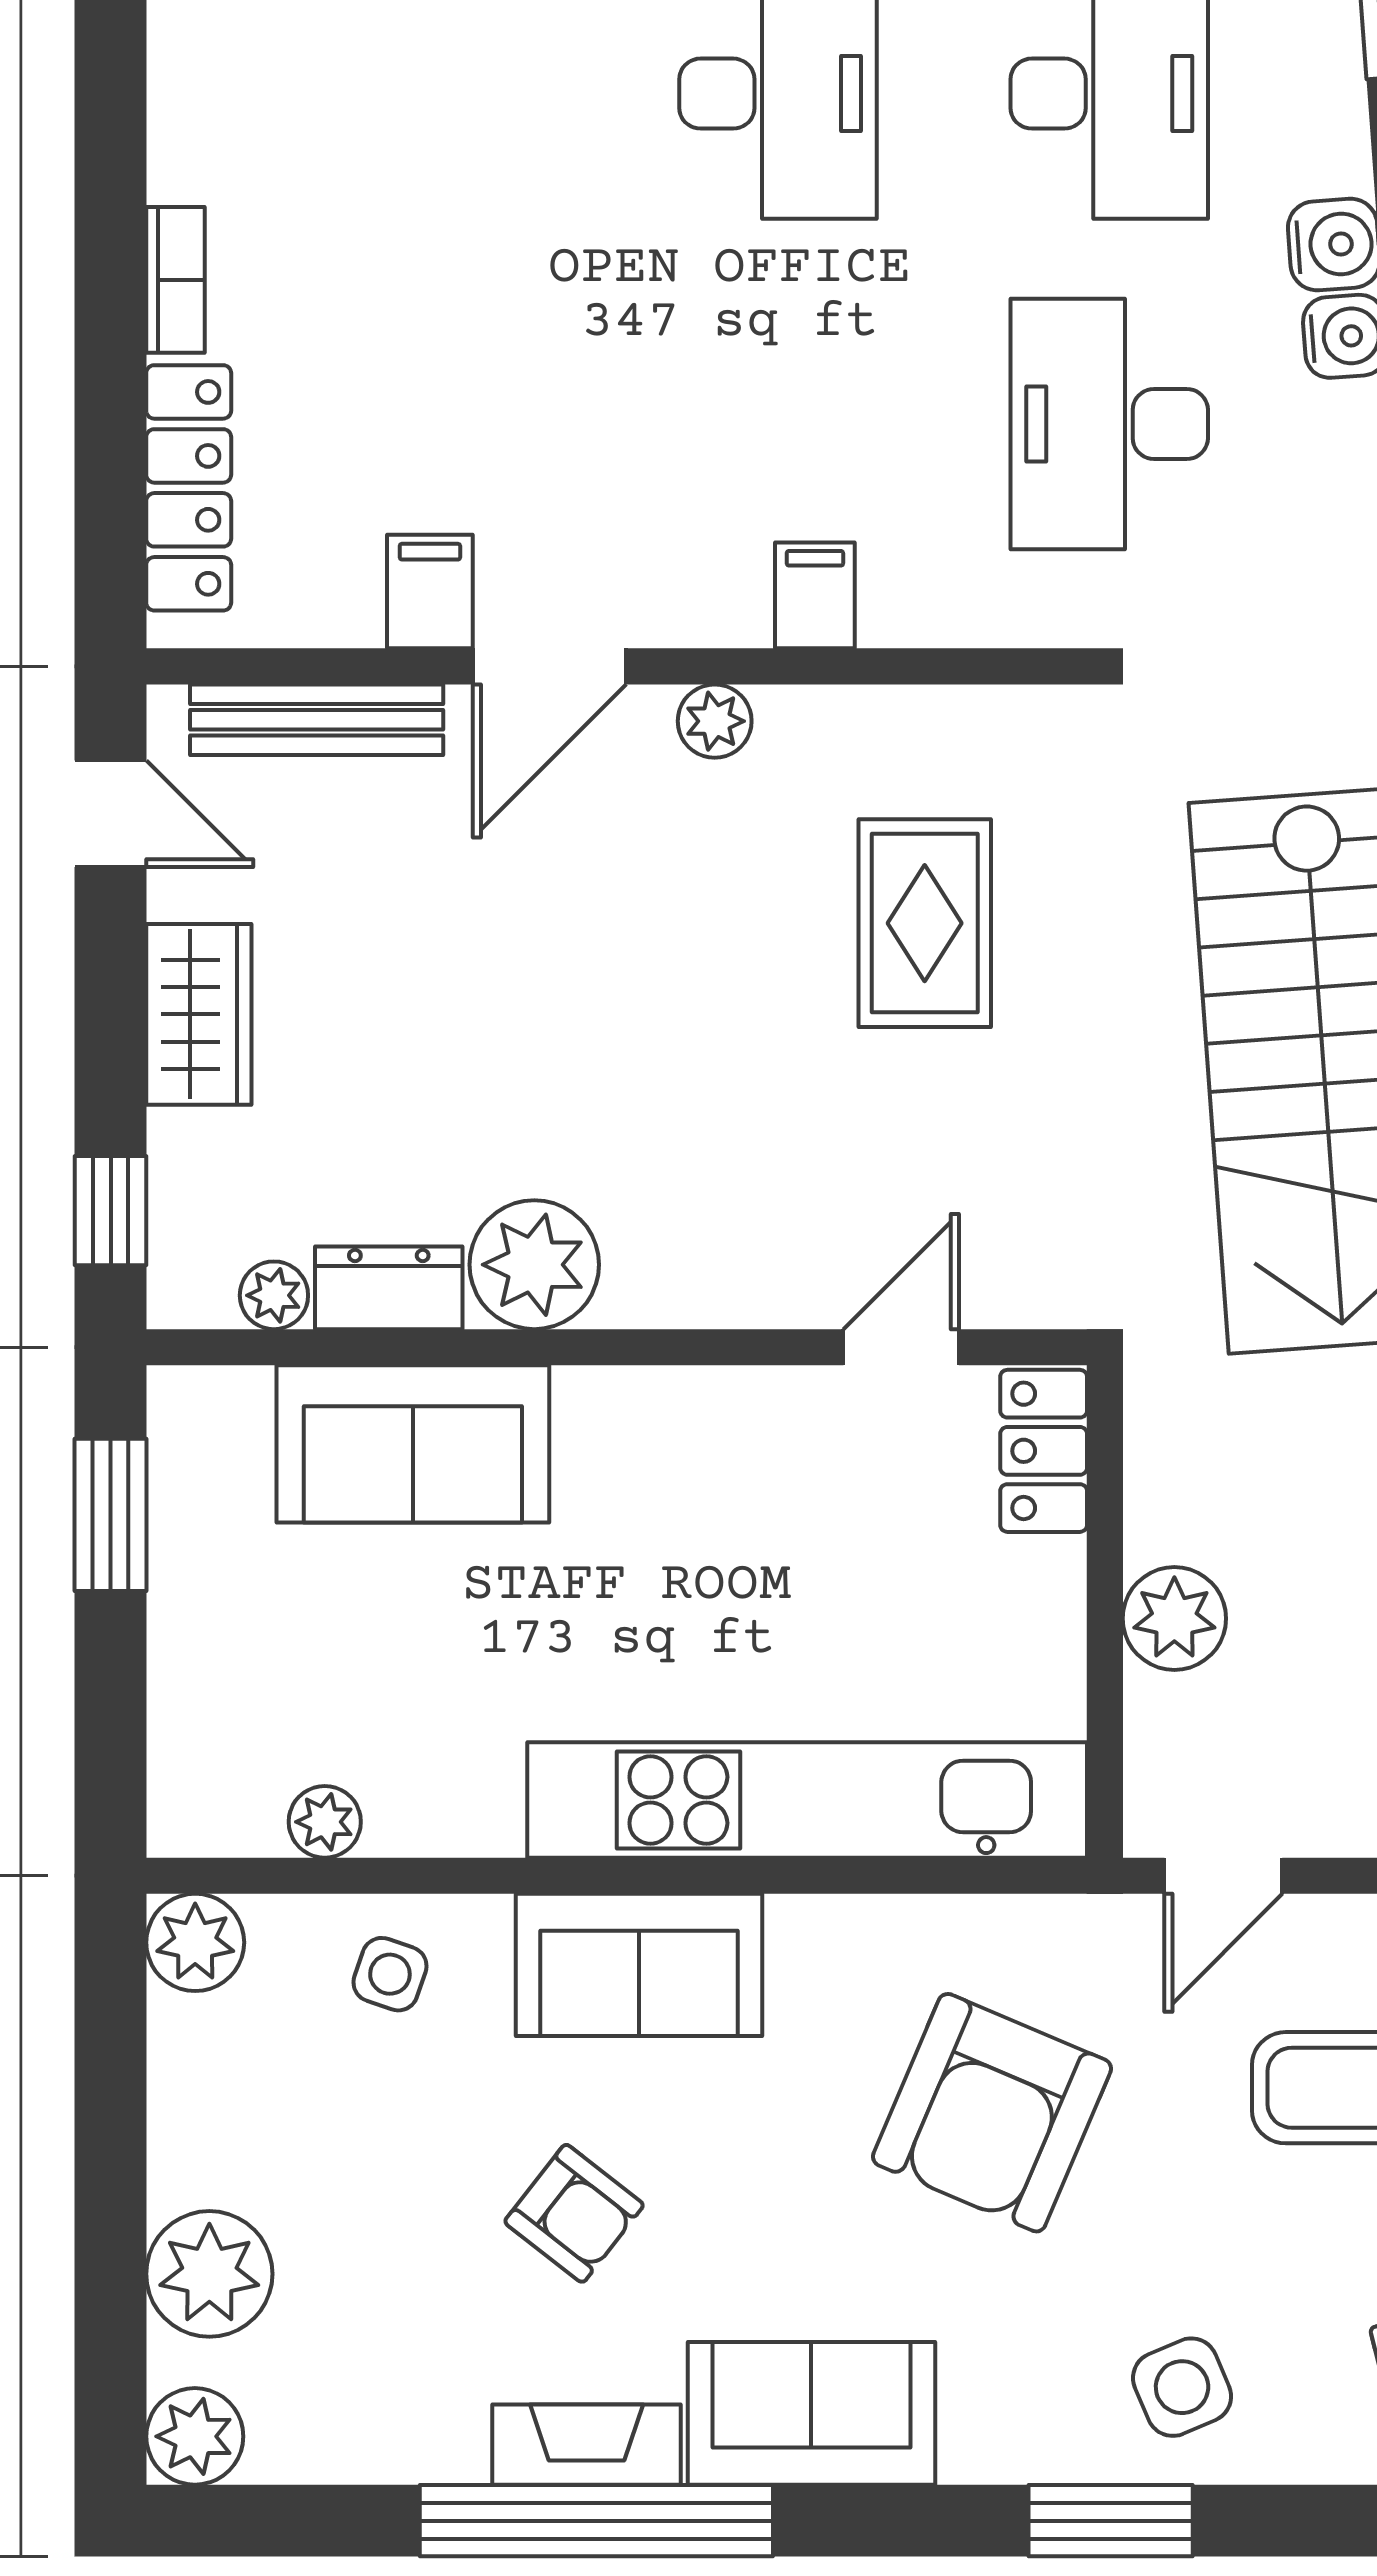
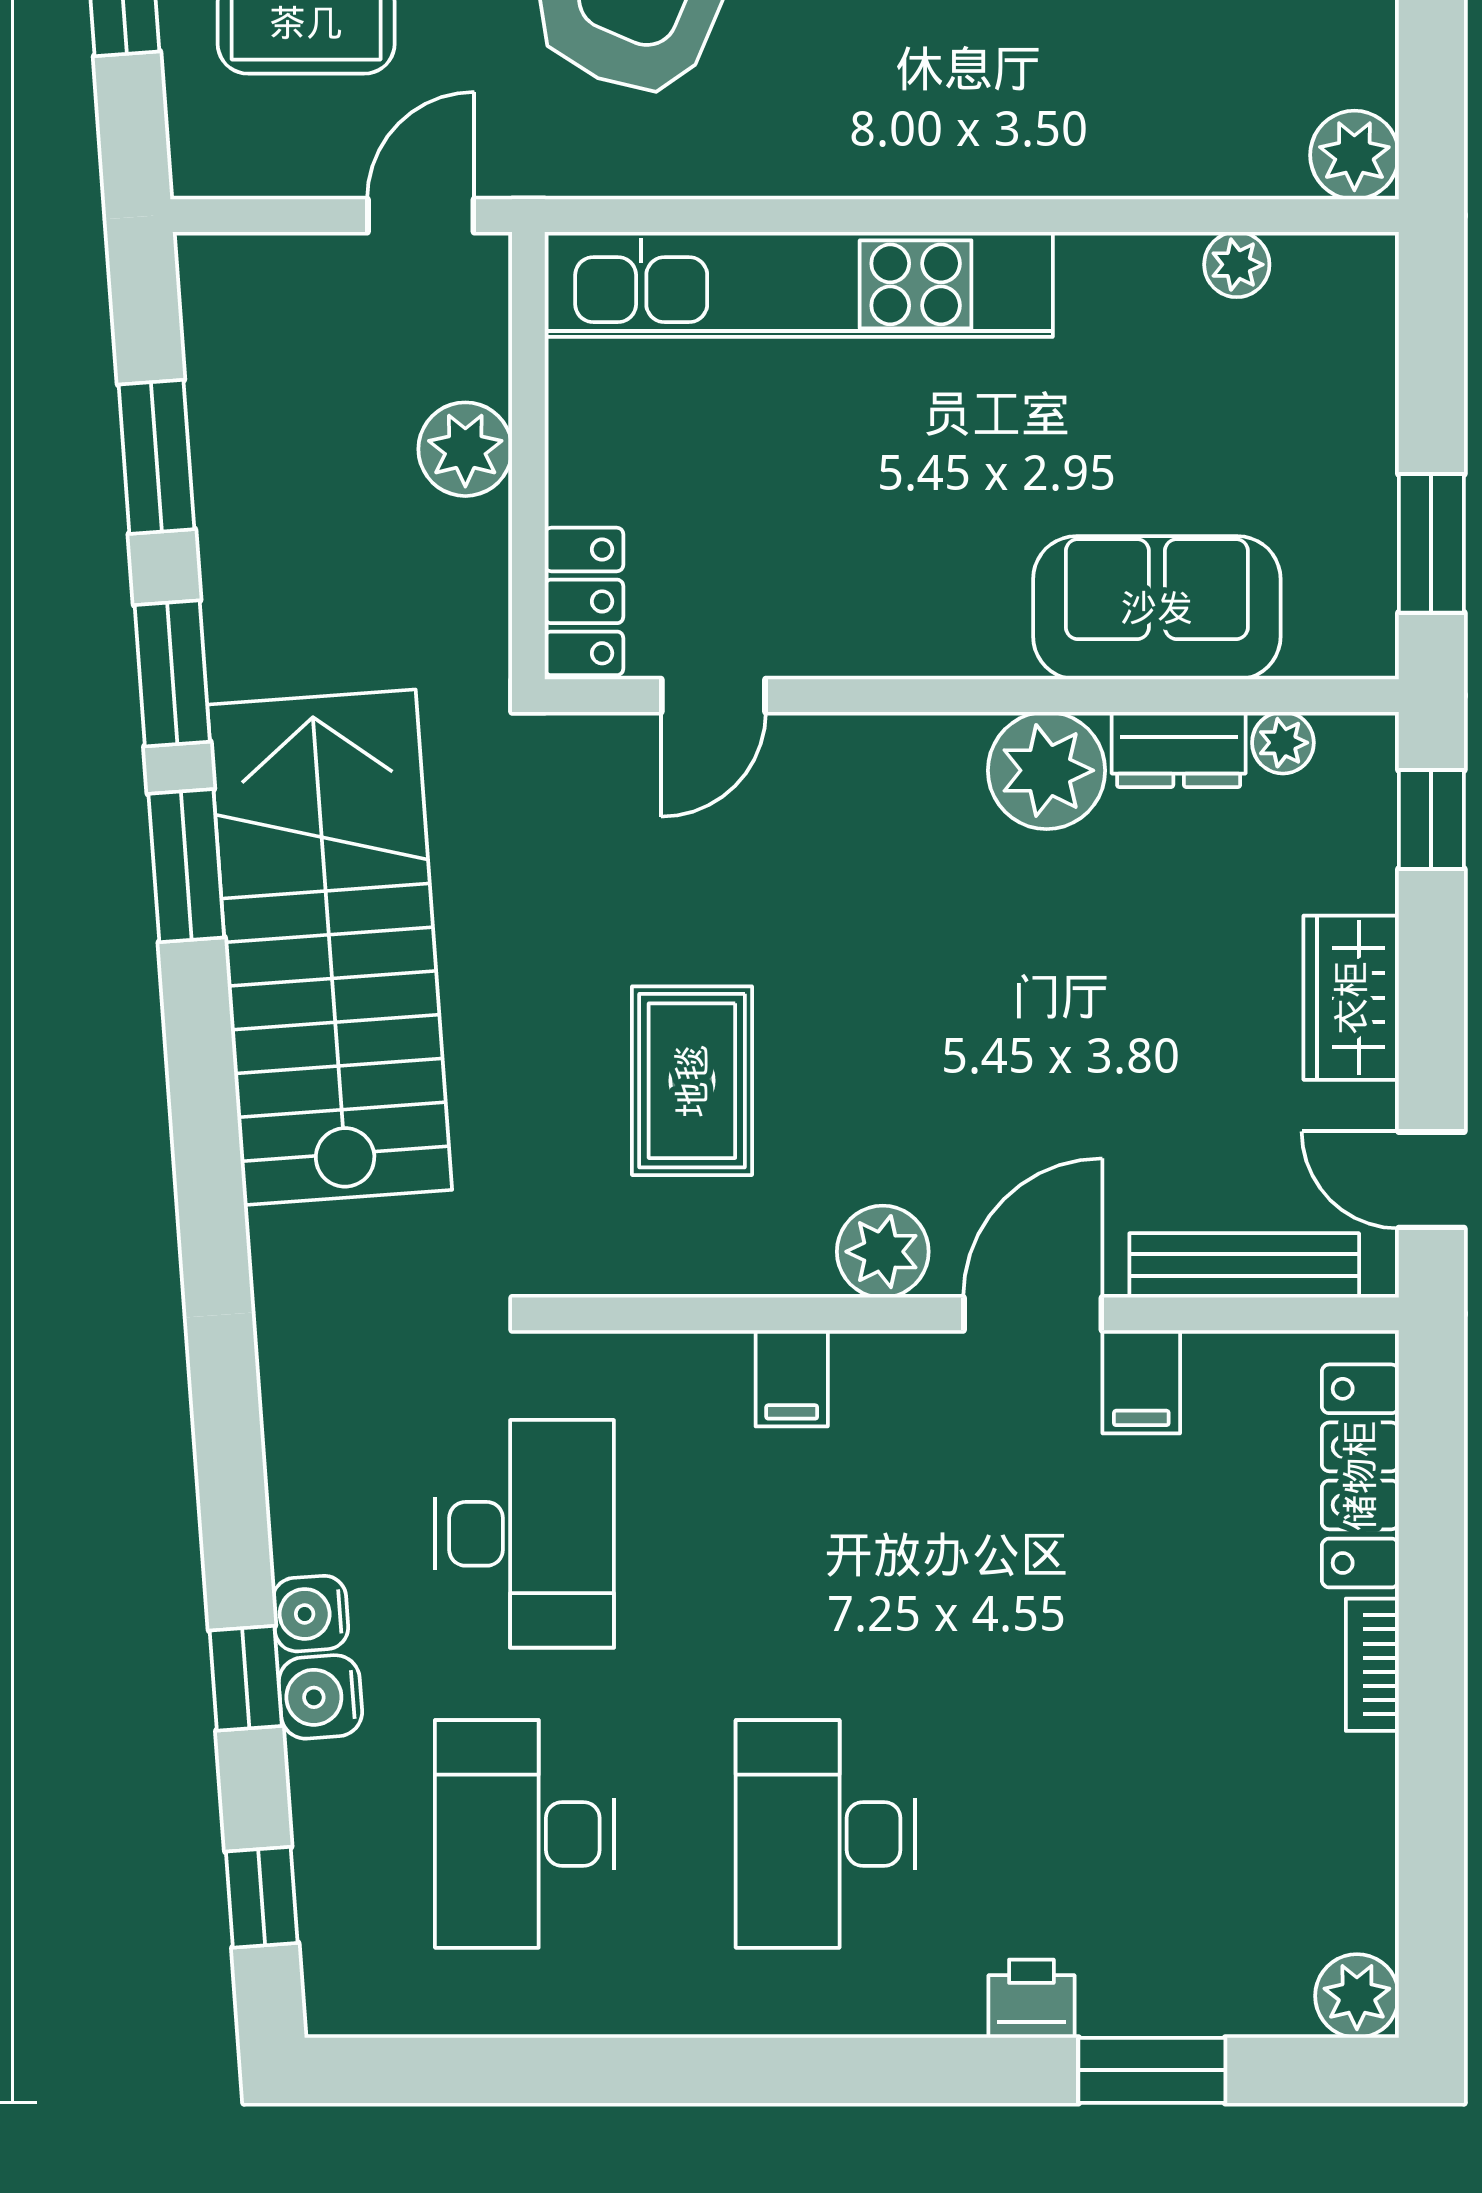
plant: (715, 721) -> (883, 1252), width x1.38, depth x1.38
sofa: (639, 1965) -> (951, 135), removed
side table: (390, 1974) -> (1178, 126), removed

